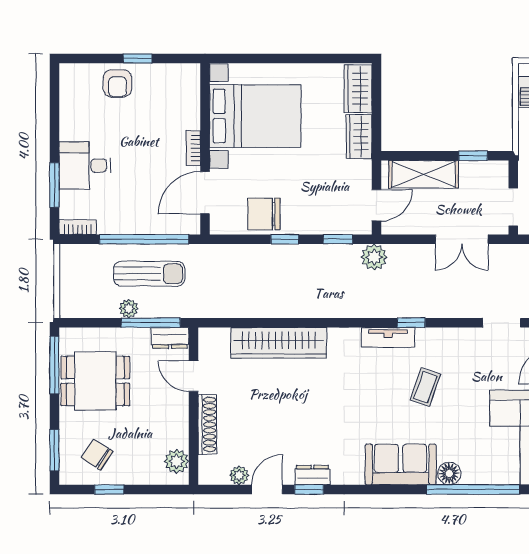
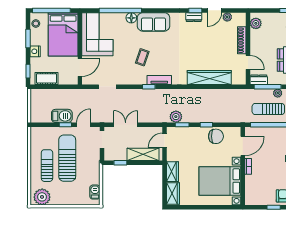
plant: (374, 257) -> (176, 117), moved

